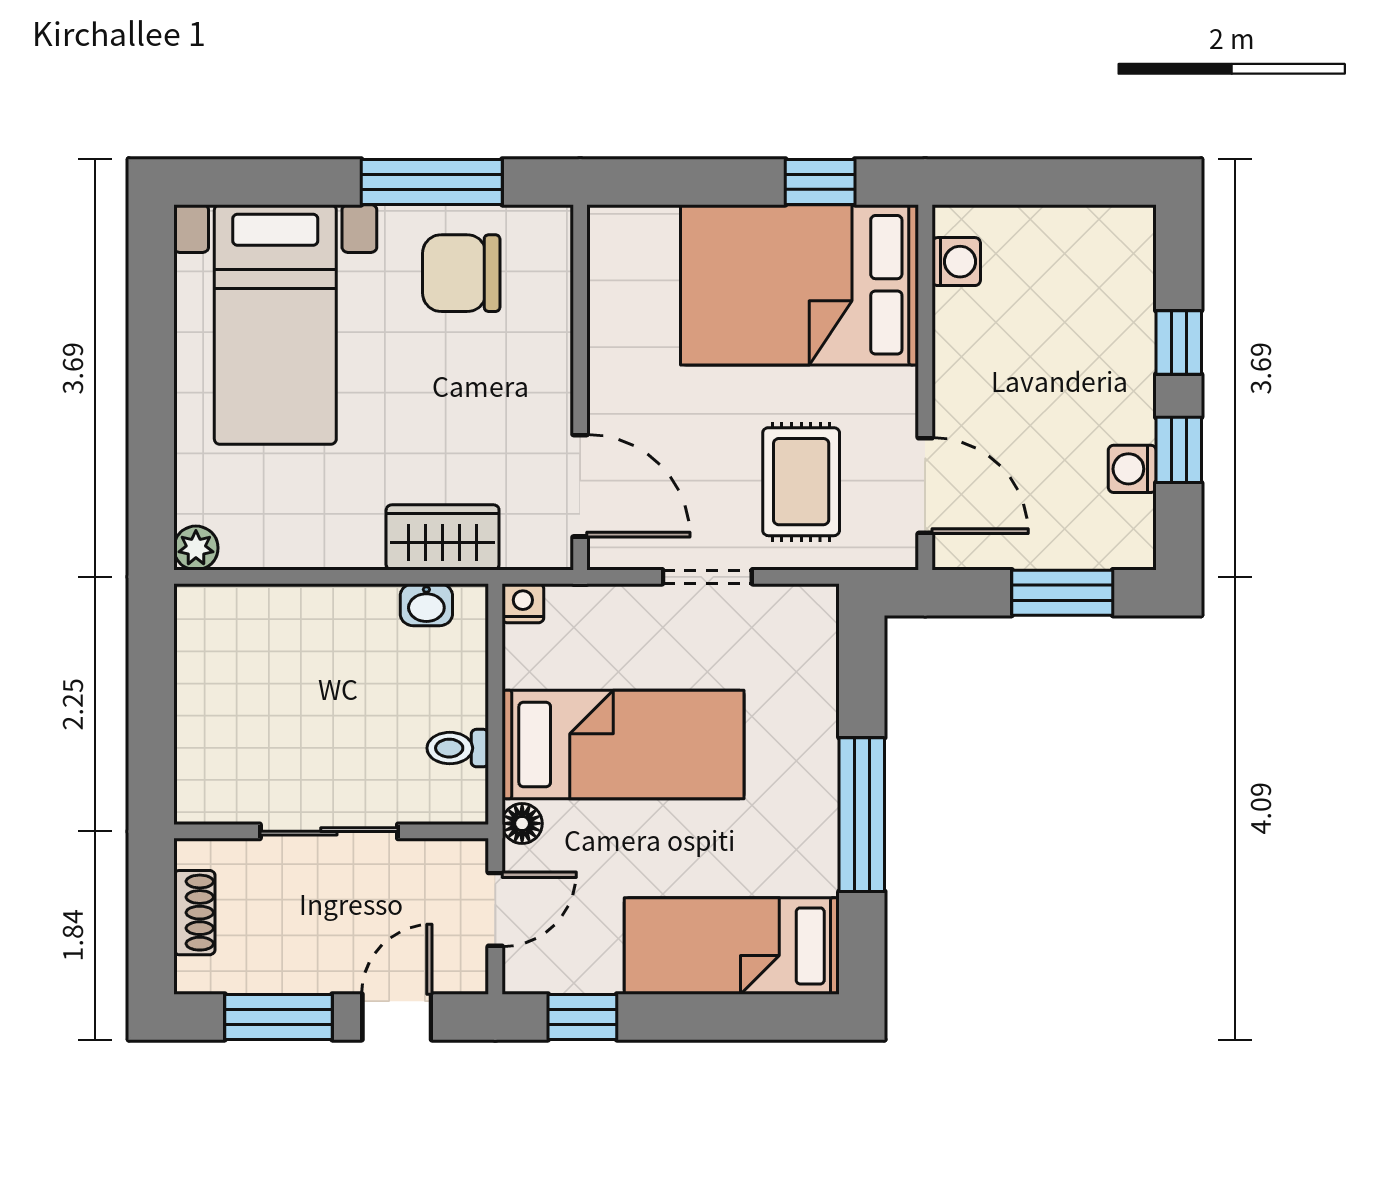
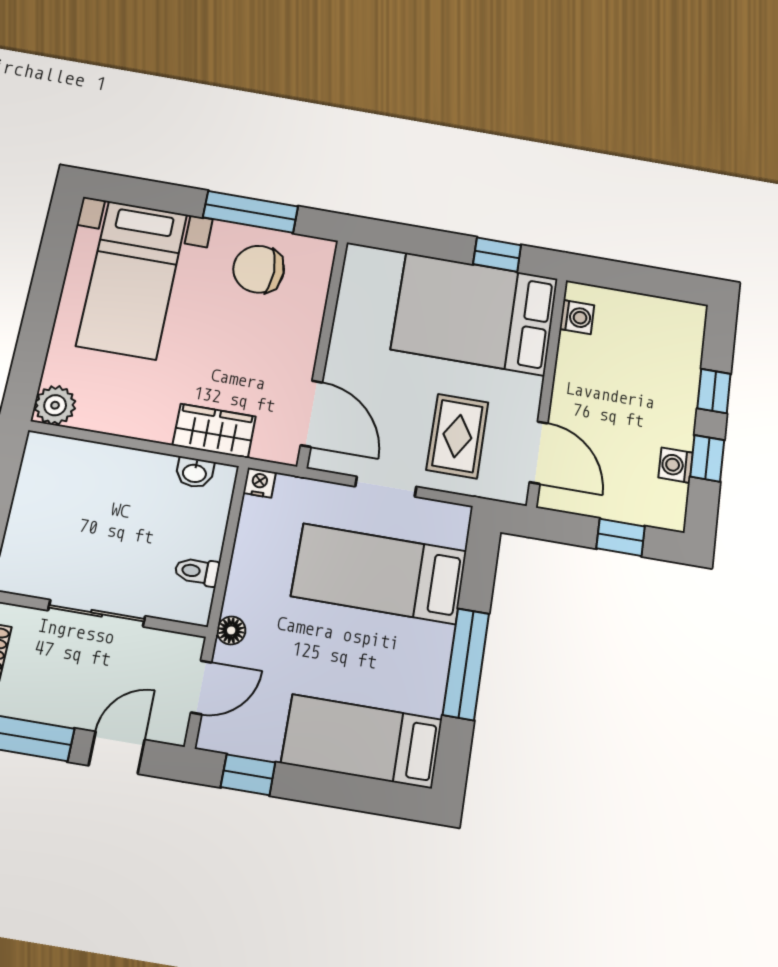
plant: (196, 548) -> (55, 405), width x1.38, depth x1.38
window: (1062, 593) -> (621, 537), width x0.67
bed: (623, 744) -> (379, 574), moved, turned 180

